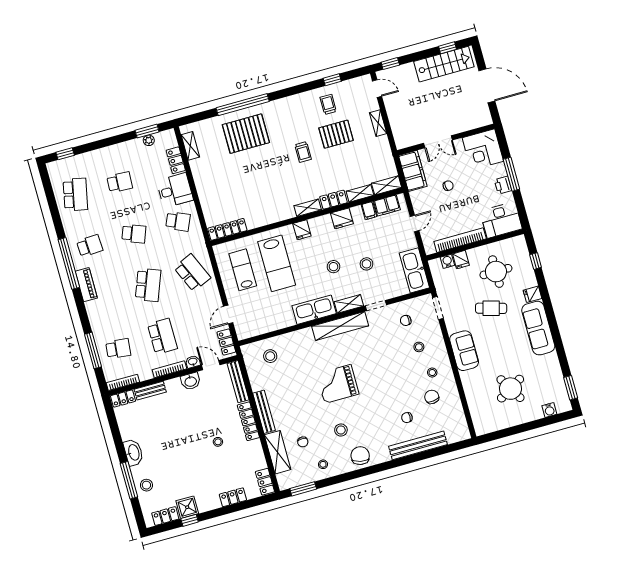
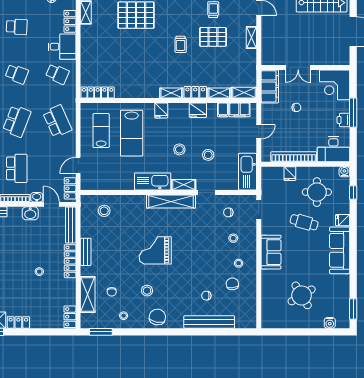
water cooler: (447, 261) -> (344, 172), moved
bench: (264, 412) -> (86, 252), width x0.73
locker: (233, 497) -> (18, 322), moved

